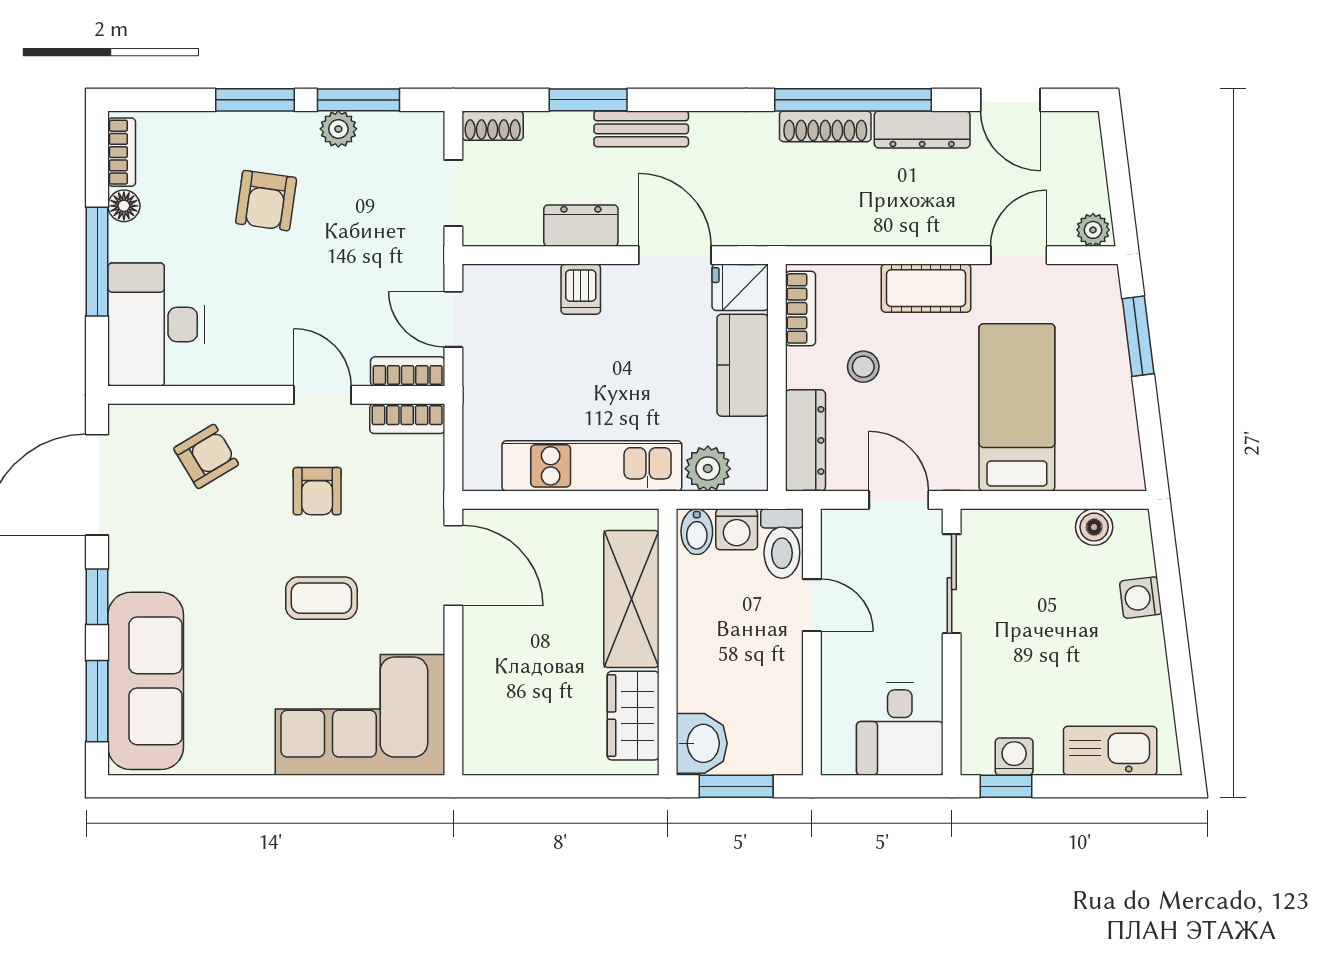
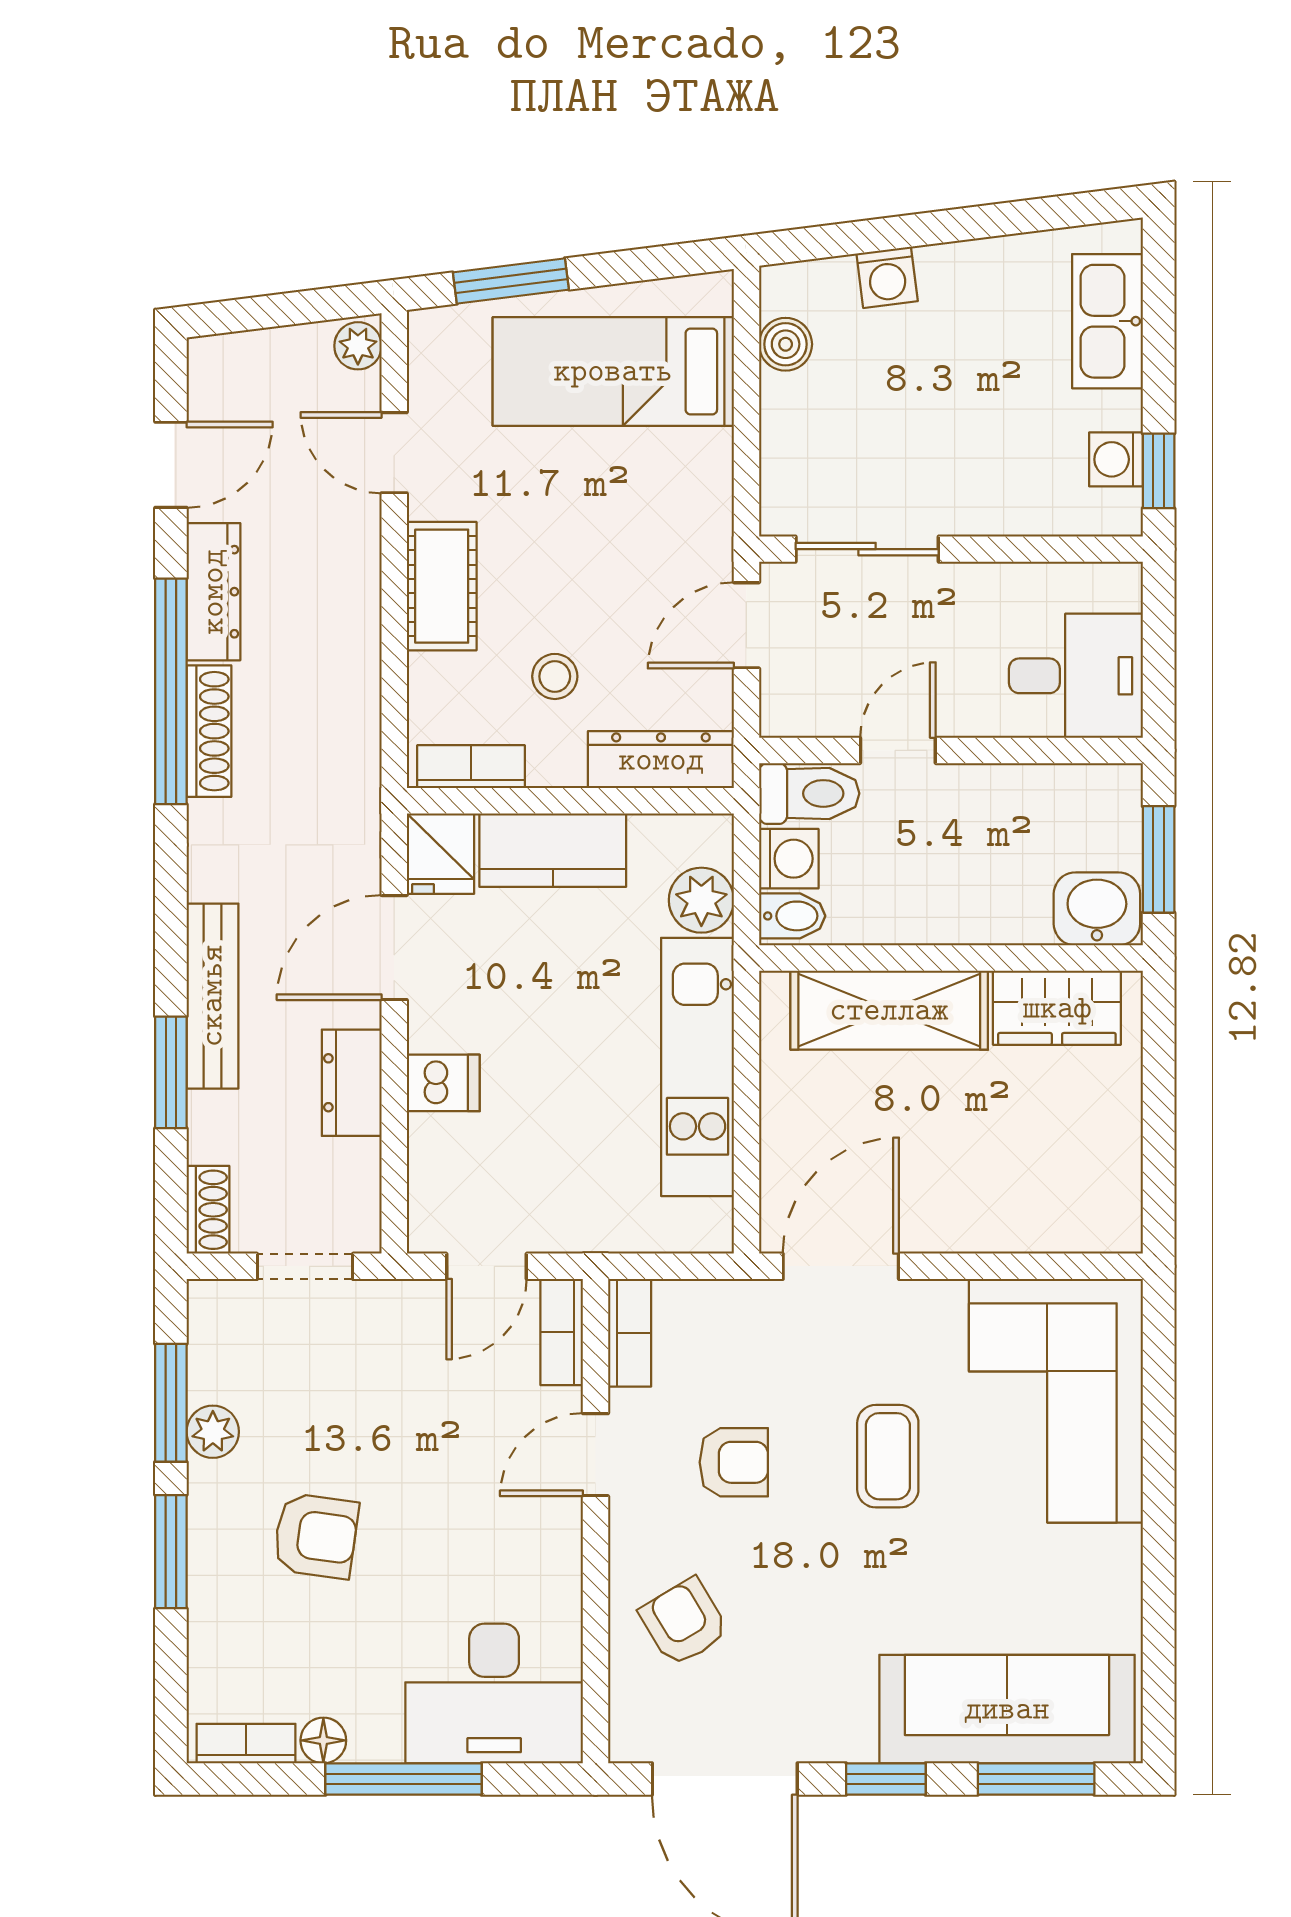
bench: (641, 129) -> (212, 996), width x1.36
bed: (1017, 407) -> (613, 371), moved
desk: (900, 729) -> (1076, 676), moved

